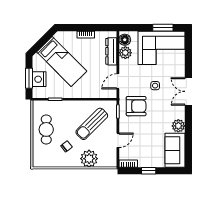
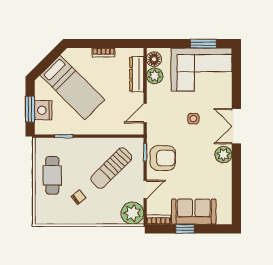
armchair: (136, 106) -> (163, 158), moved
plant: (178, 126) -> (223, 155), moved
sofa: (175, 150) -> (194, 212), moved, turned 90
plant: (89, 159) -> (132, 213), moved

